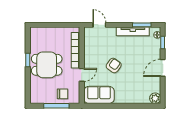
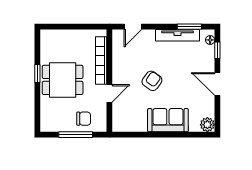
door: (99, 25) -> (133, 27), swing flipped
door: (163, 68) -> (217, 84), hinge flipped
sofa: (99, 95) -> (168, 120), moved

